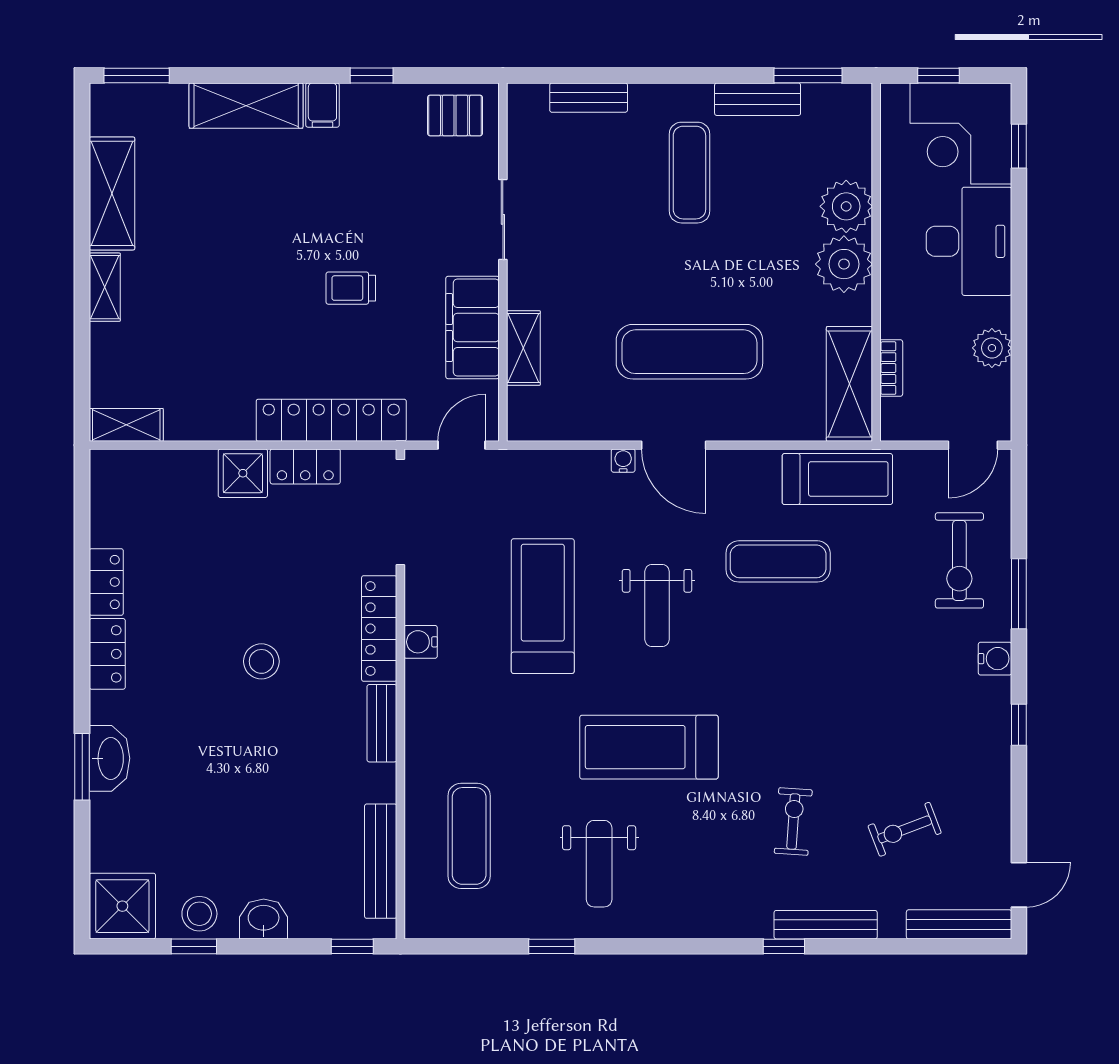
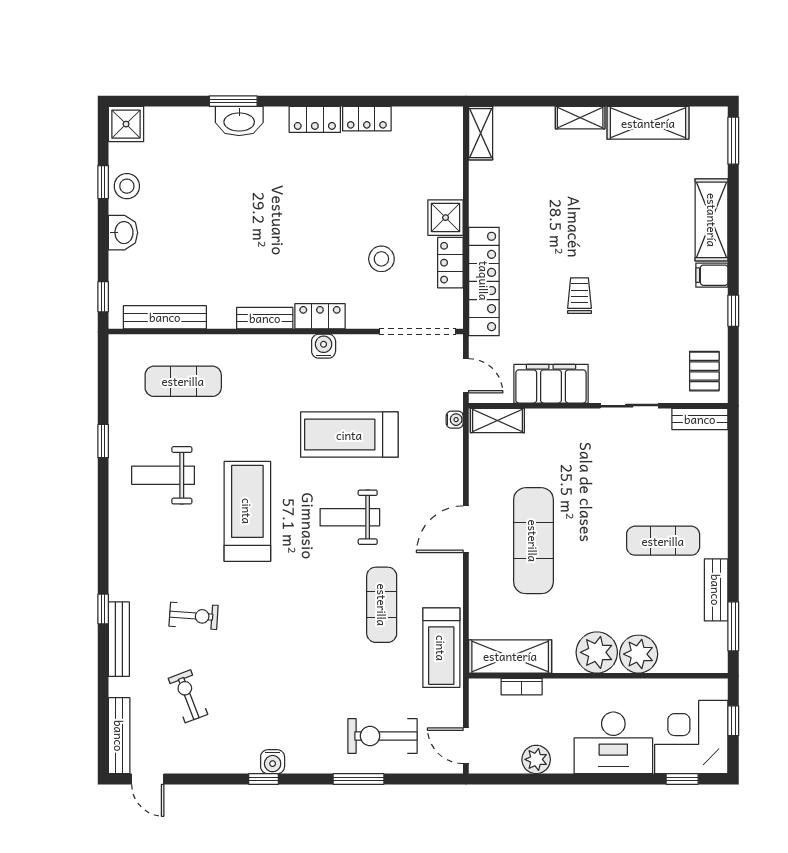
bench: (589, 98) -> (700, 419), moved, turned 90
shelving: (523, 348) -> (497, 420), moved
water cooler: (623, 461) -> (455, 420), moved
treadmill: (543, 606) -> (349, 435), turned 180
locker: (379, 629) -> (320, 316), width x0.66
water cooler: (995, 659) -> (273, 762), moved
stool: (261, 661) -> (381, 259), moved
shower: (122, 906) -> (126, 124), width x0.73, depth x0.73

